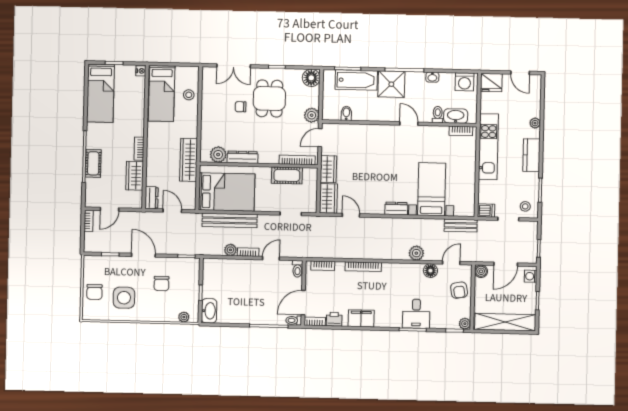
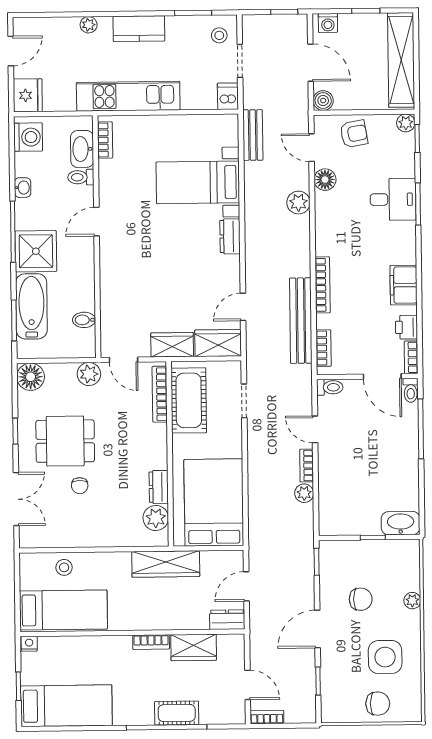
dresser: (242, 157) -> (159, 487), width x0.70
cot: (287, 175) -> (189, 400), width x1.37, depth x1.34
bench: (230, 220) -> (301, 321), moved
plant: (184, 317) -> (412, 601), moved

